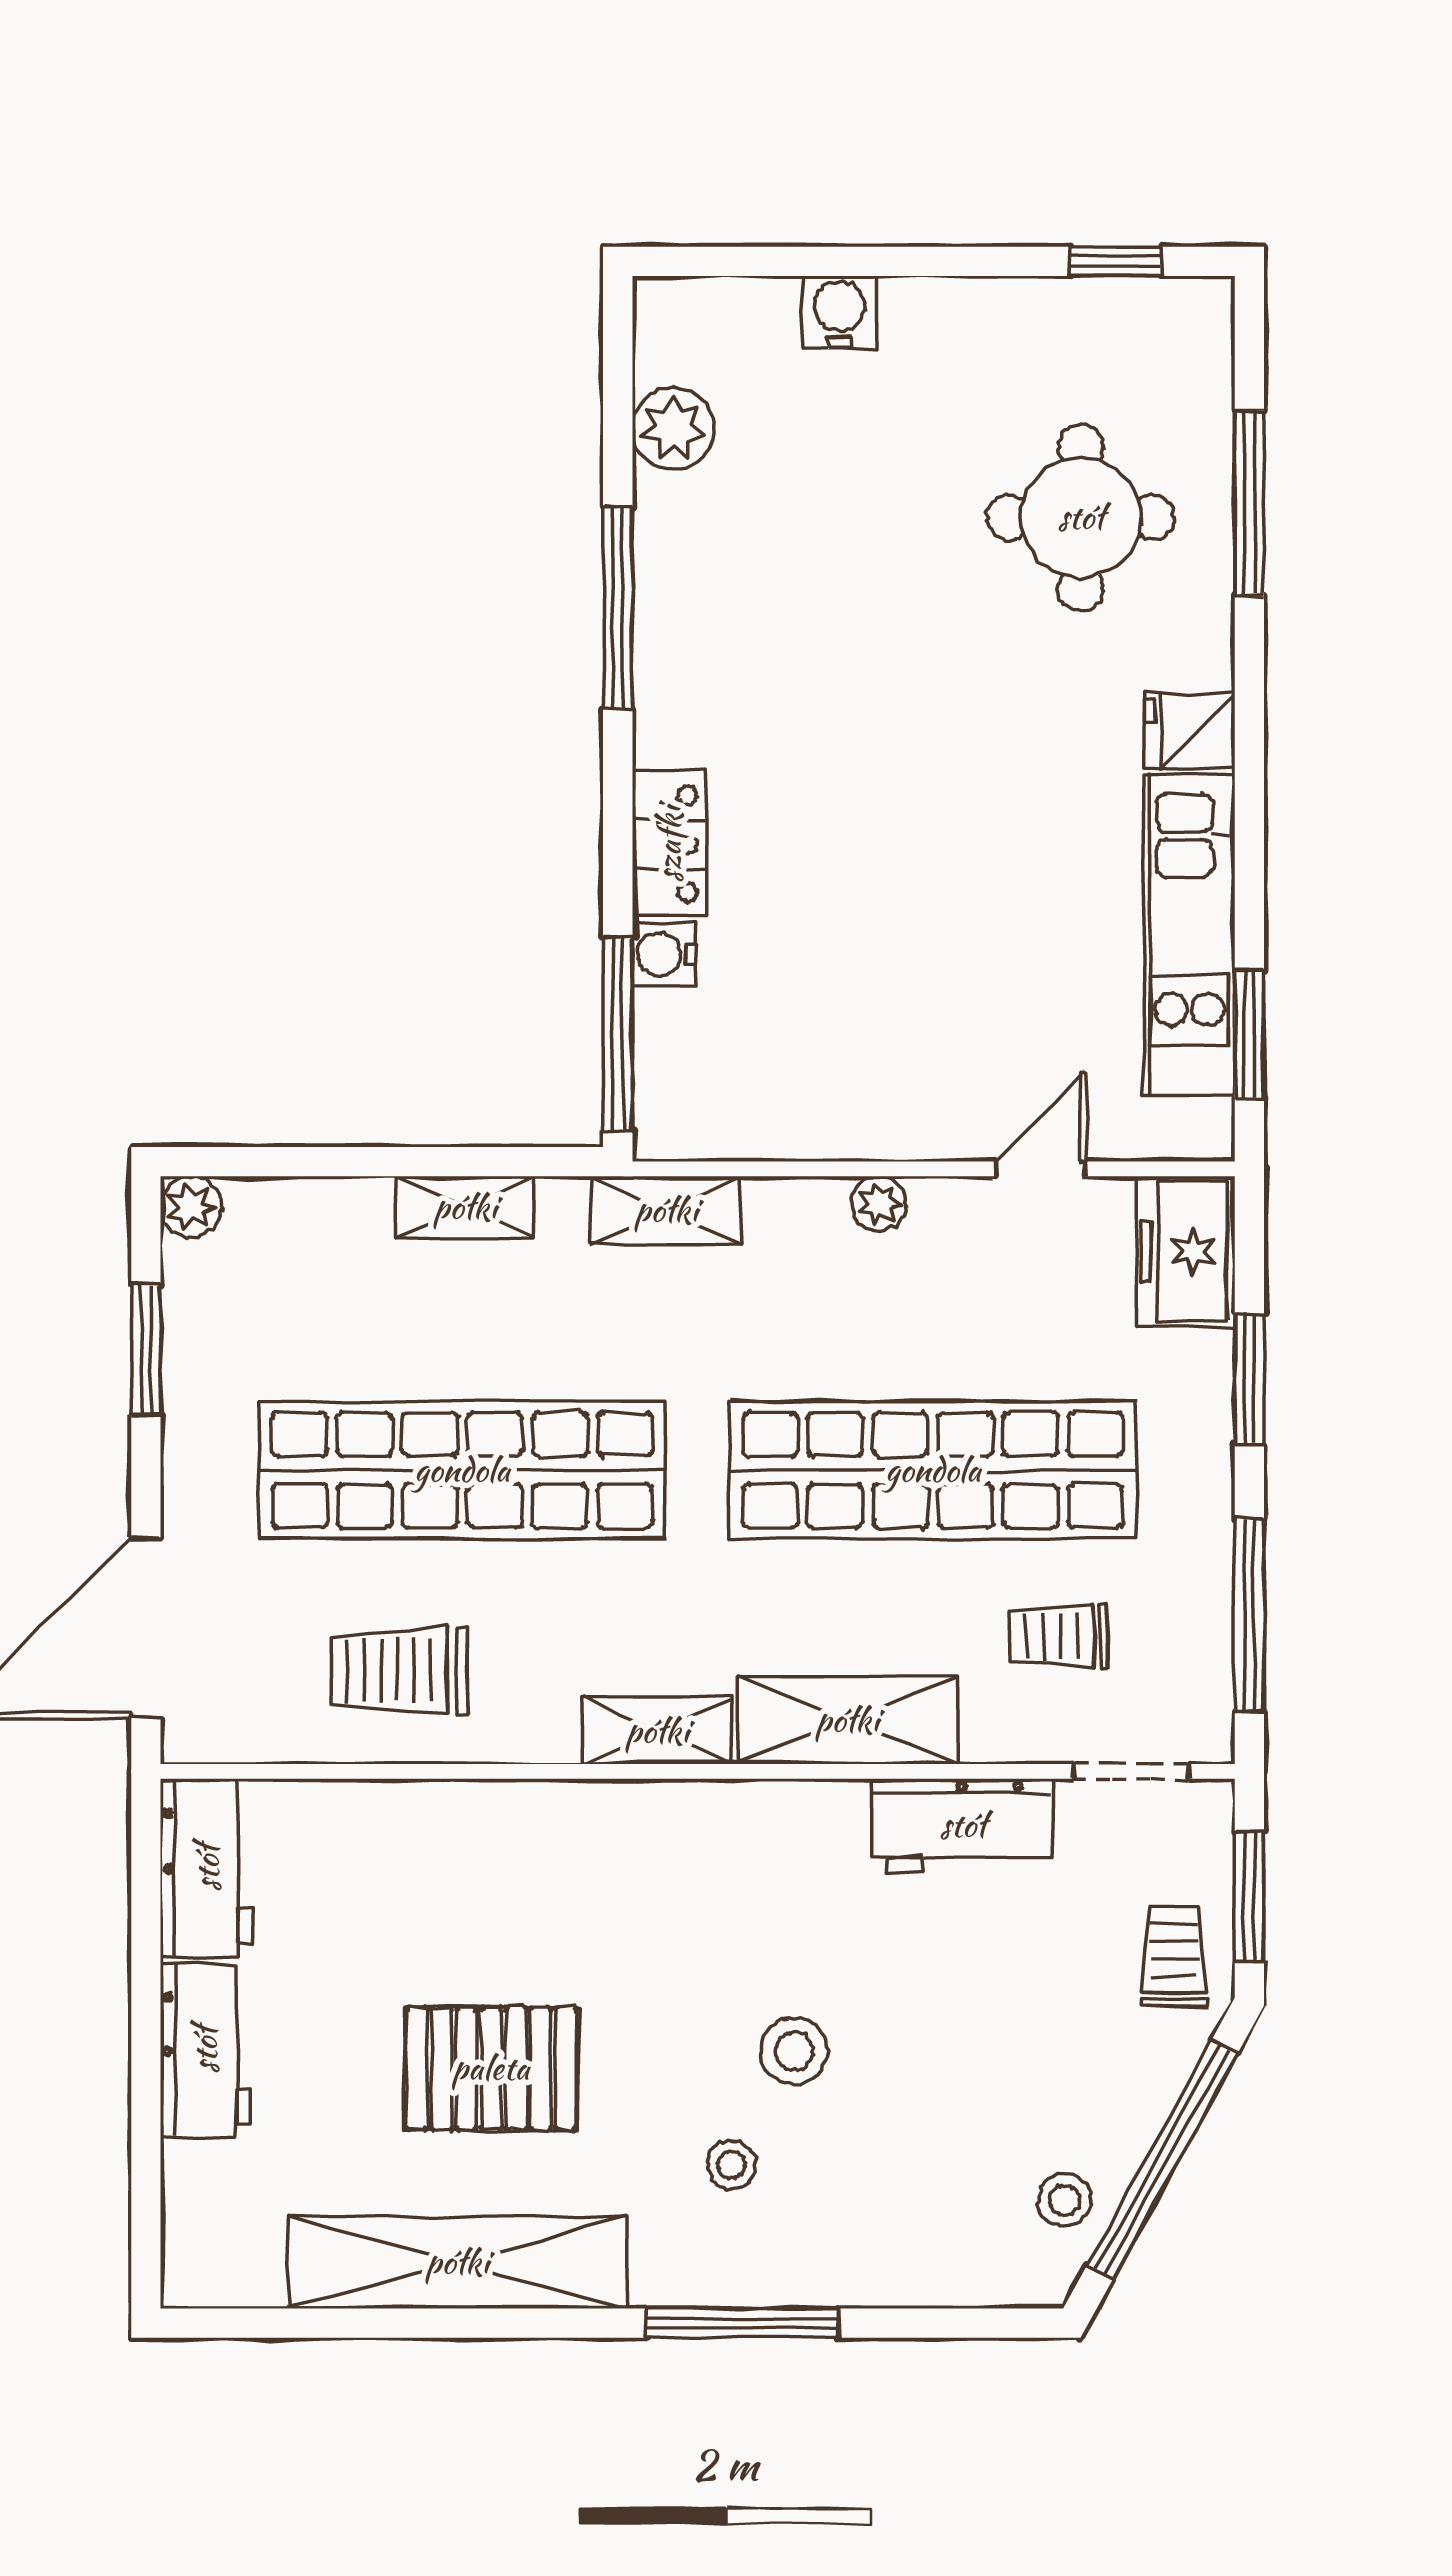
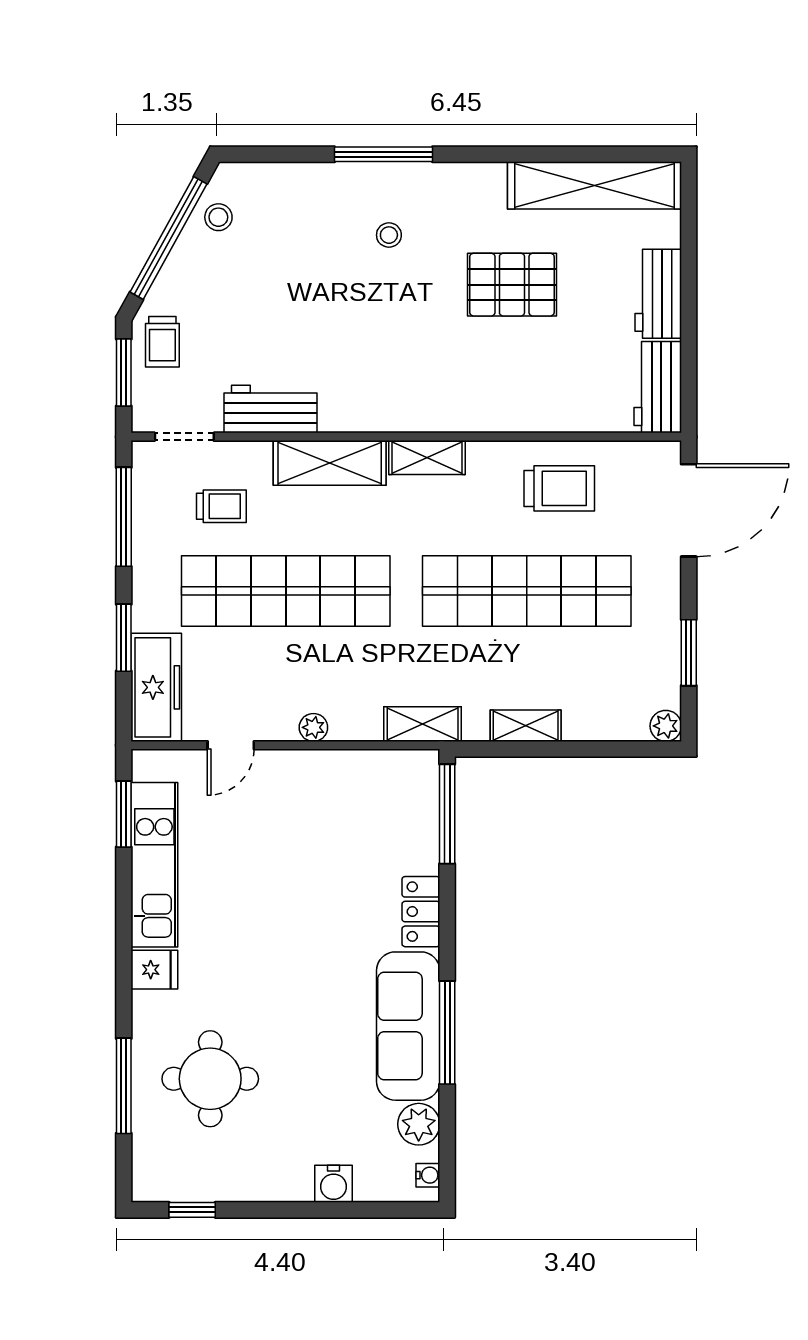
sofa: (694, 620) -> (408, 1026), added
water cooler: (664, 954) -> (428, 1175), moved, width x0.72, depth x0.72
freezer: (1186, 1252) -> (156, 687), width x1.40
stool: (794, 2051) -> (357, 294), removed
shelving: (457, 2262) -> (595, 185), moved

